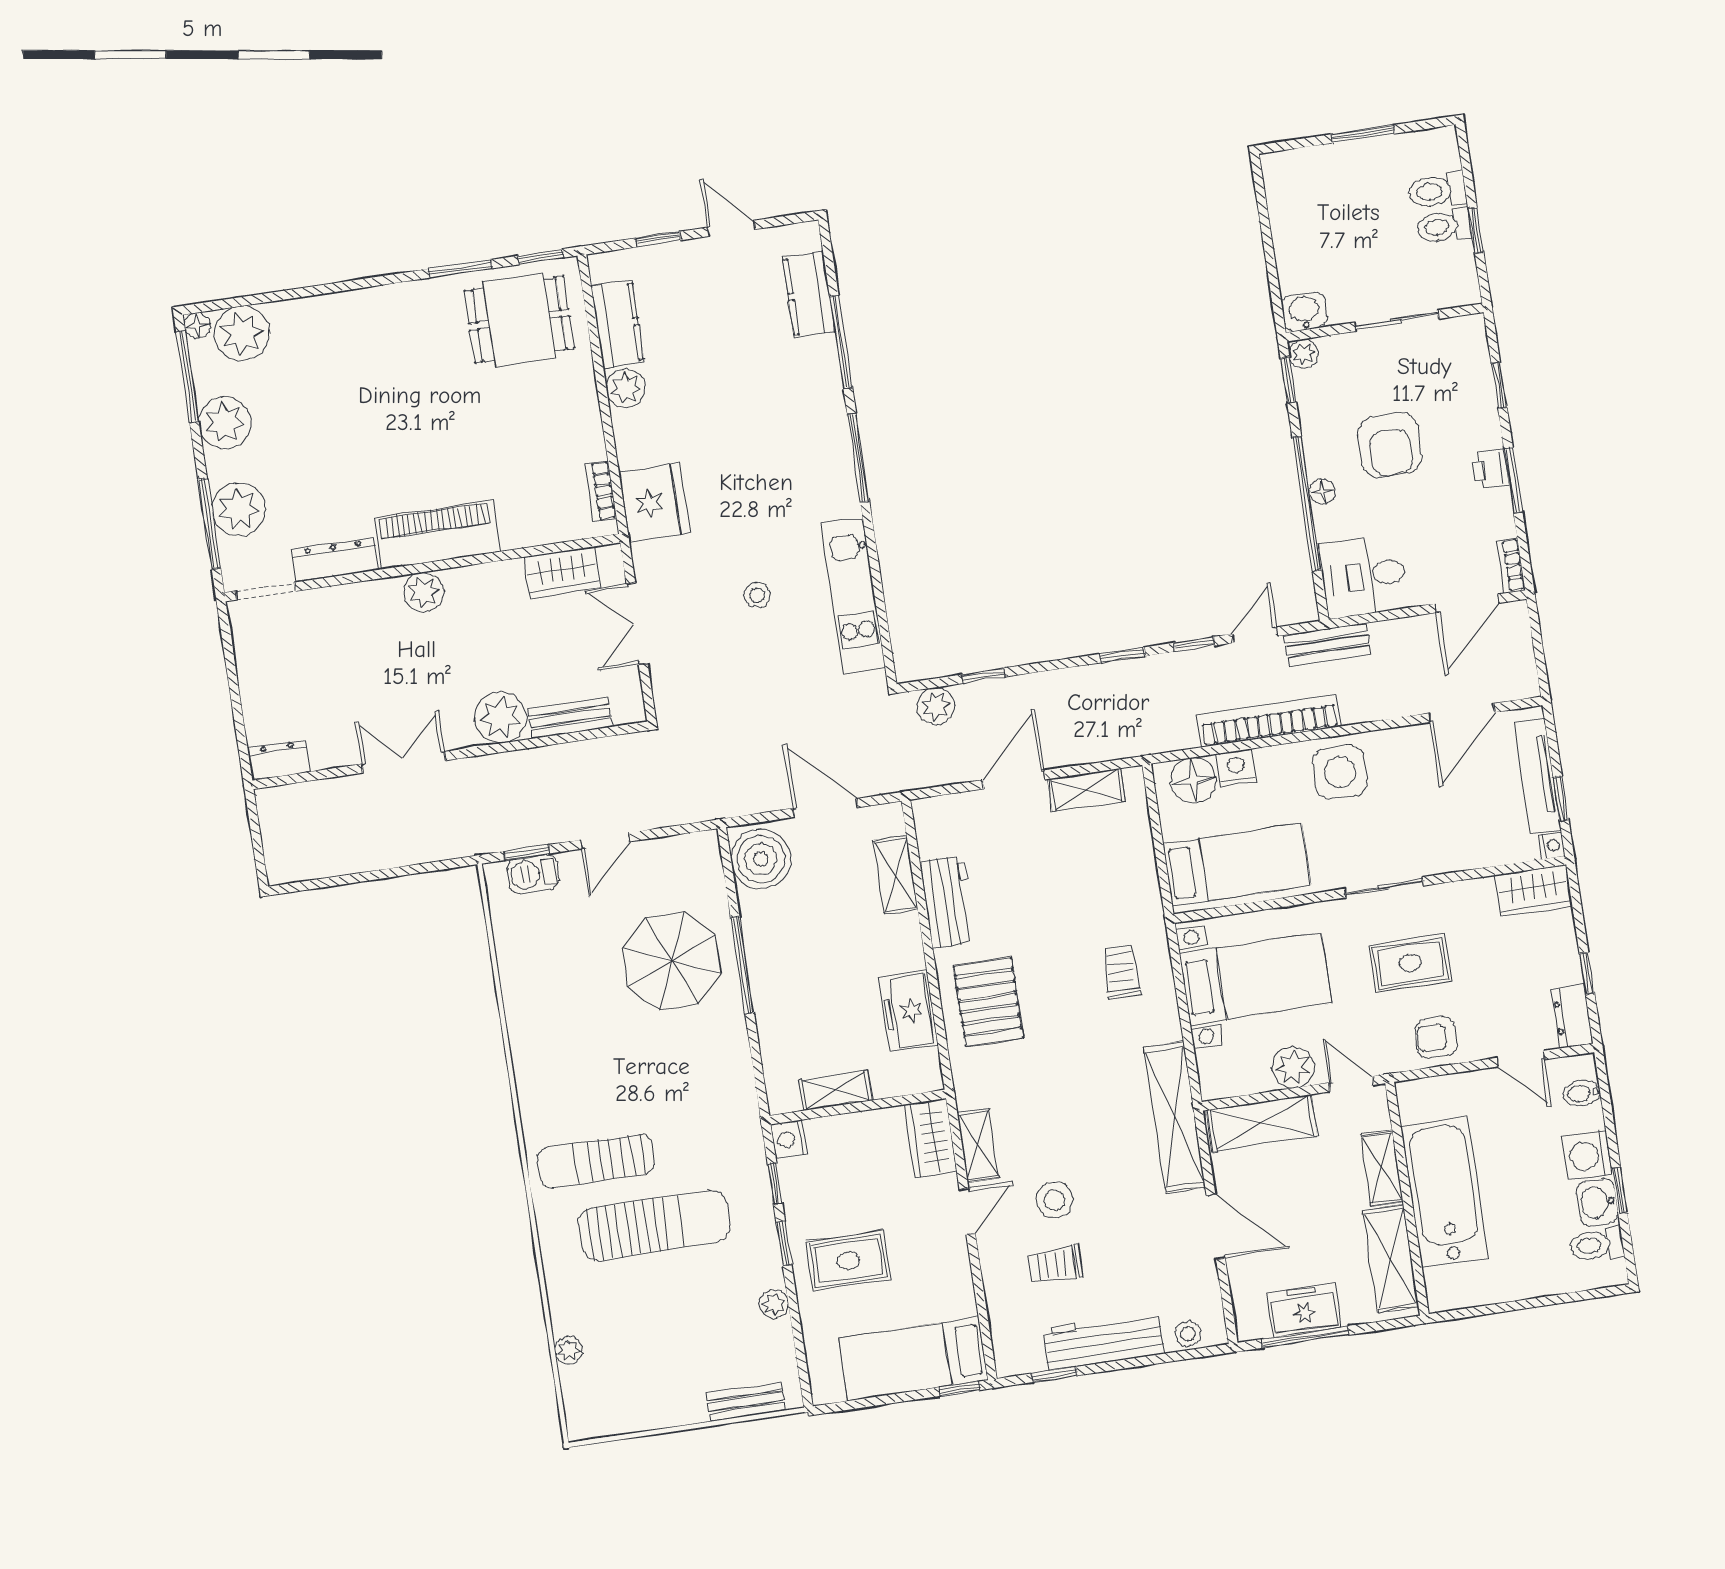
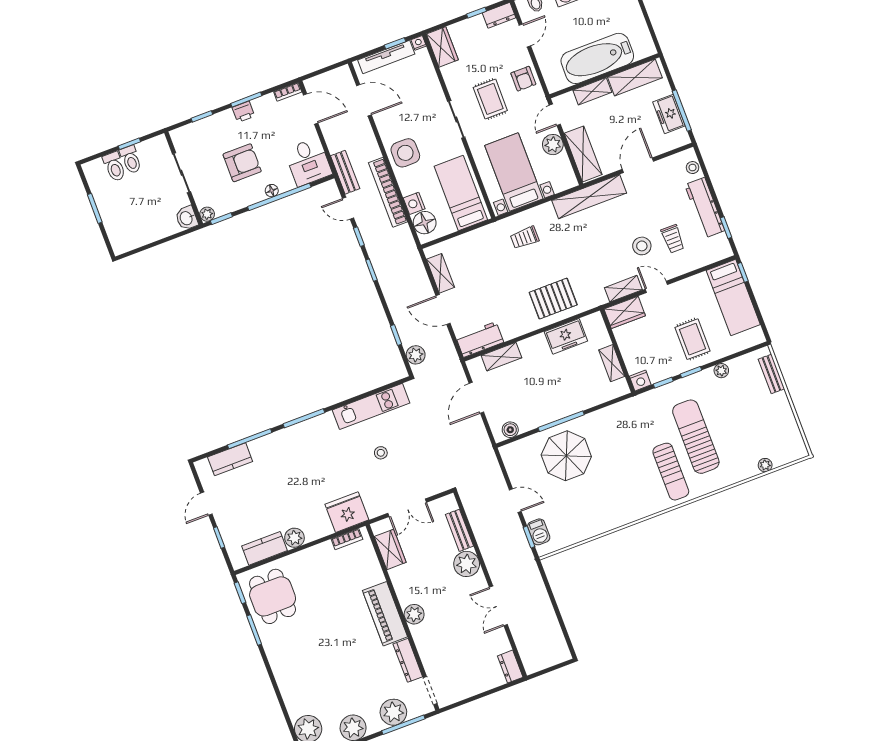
boiler: (761, 859) -> (510, 430), width x0.54, depth x0.54
workbench: (948, 902) -> (480, 339), moved

